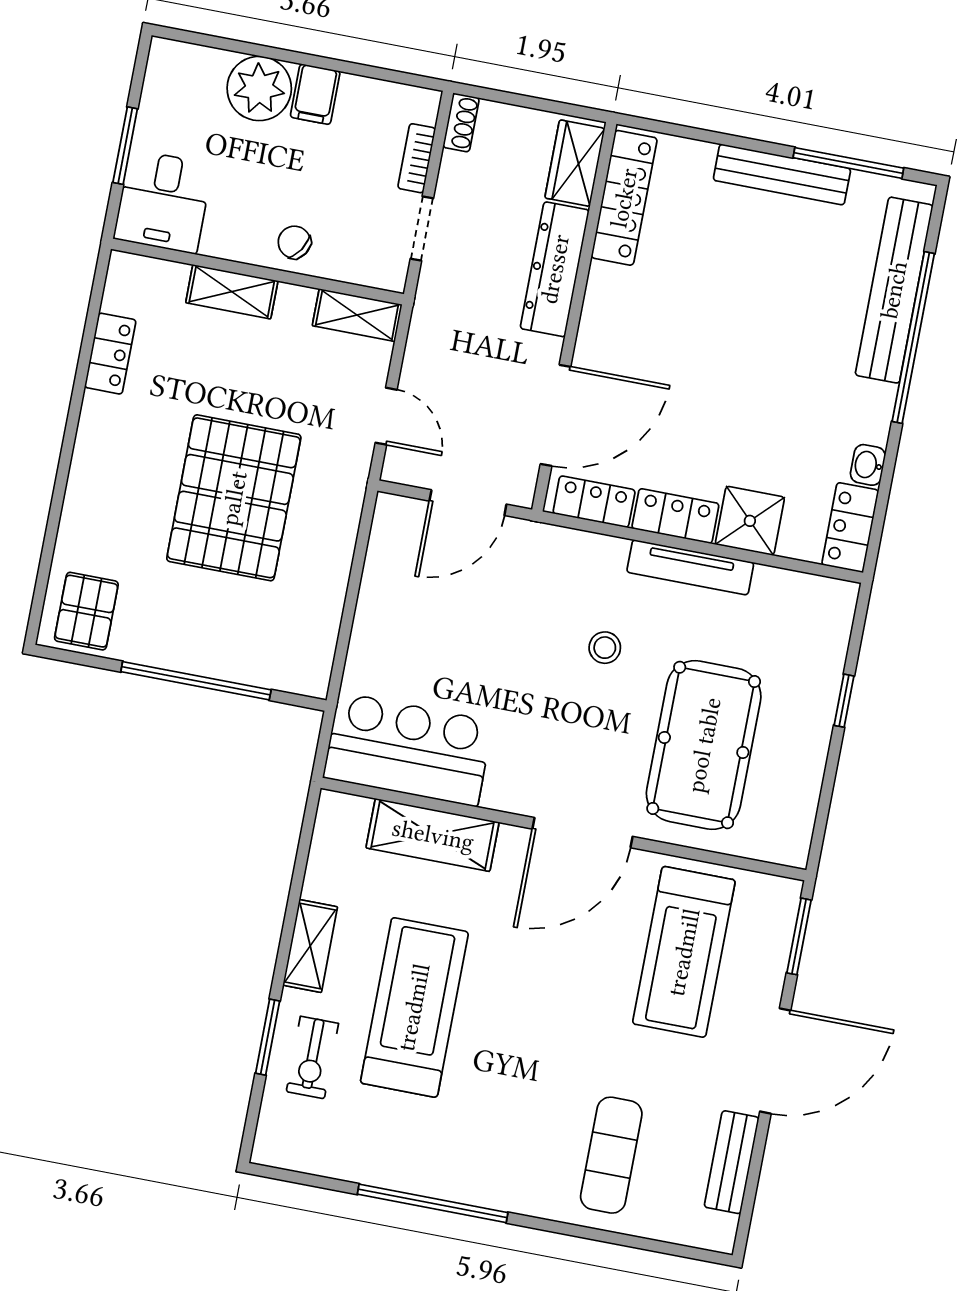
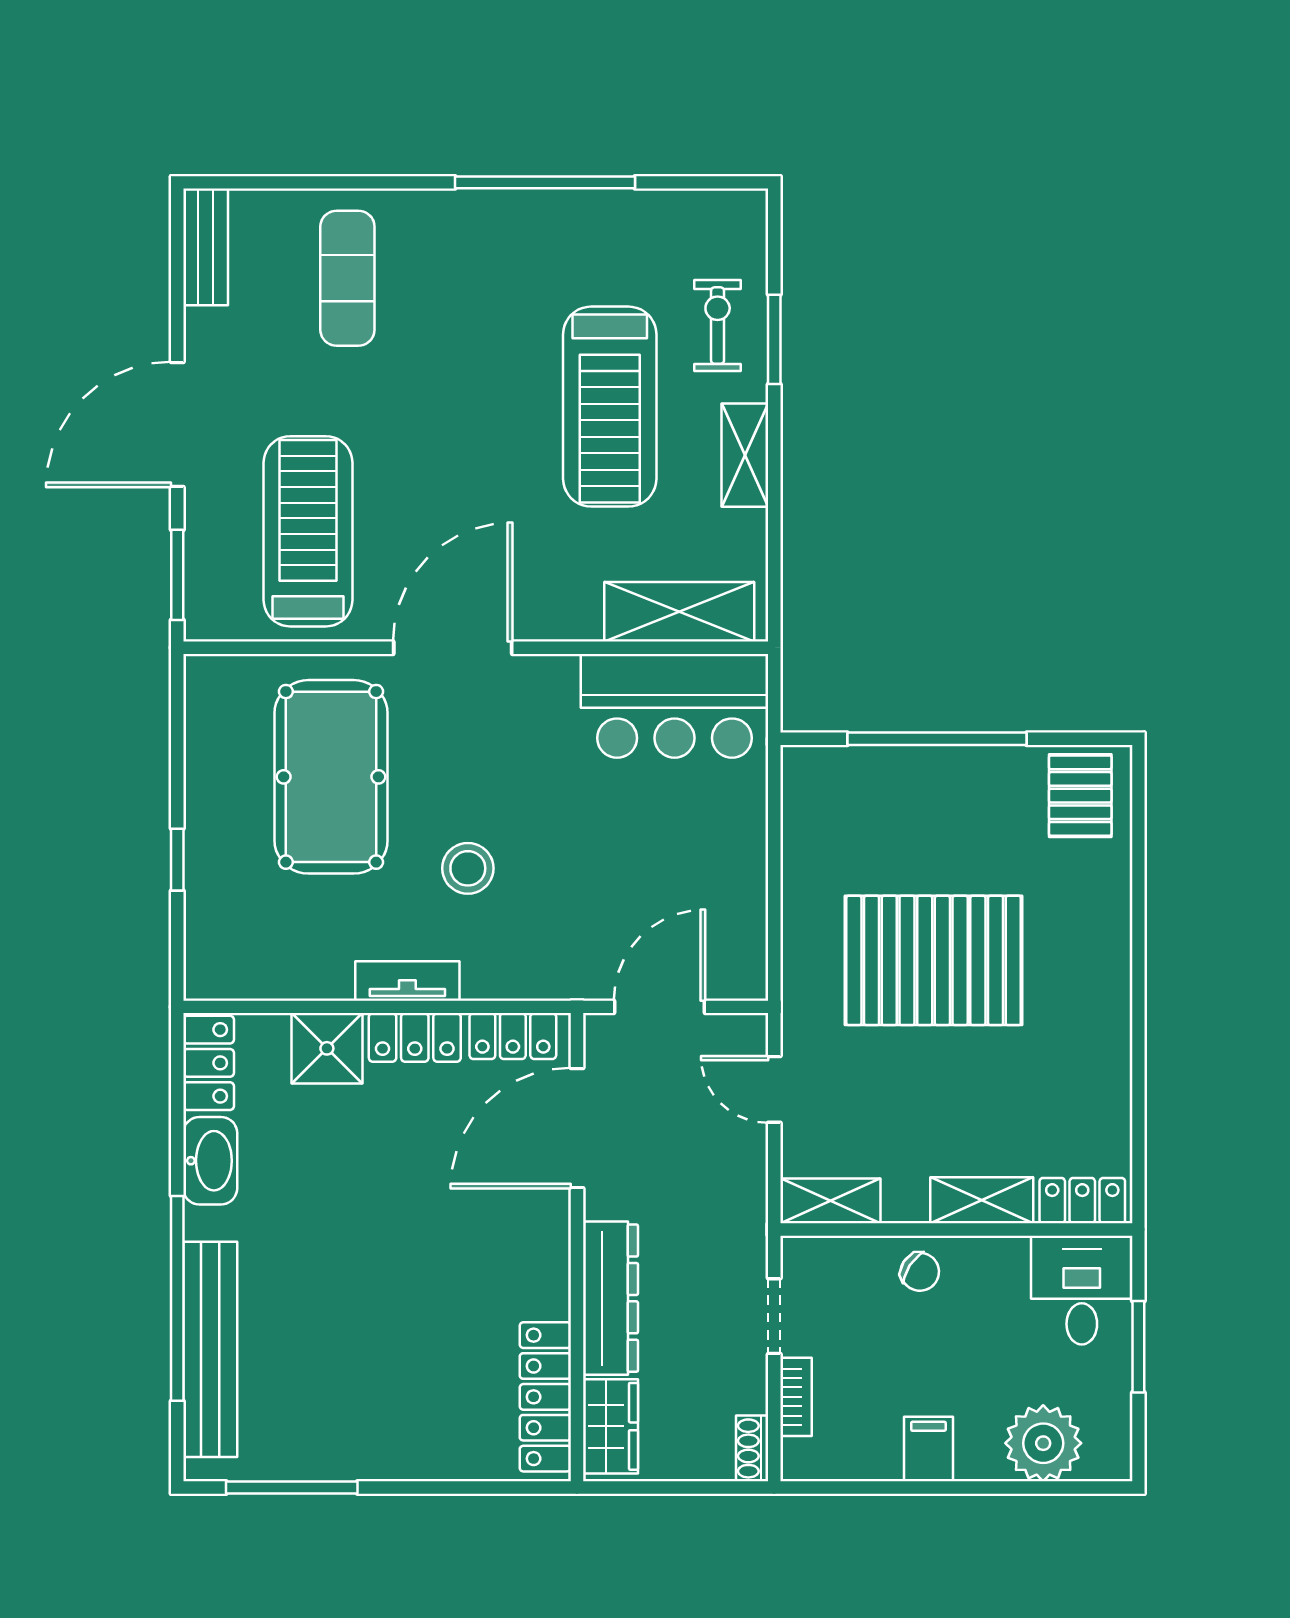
plant: (259, 88) -> (1043, 1443), moved
bench: (782, 174) -> (367, 1459), removed
locker: (110, 354) -> (1082, 1201), moved, turned 90
washbasin: (868, 465) -> (210, 1161), width x1.91, depth x1.45
pallet: (234, 498) -> (934, 960), turned 90
tv unit: (690, 567) -> (407, 981), width x0.71
stool: (605, 648) -> (468, 868), width x1.37, depth x1.37
shelving: (433, 835) -> (679, 612), moved
bench: (732, 1162) -> (206, 247), moved

